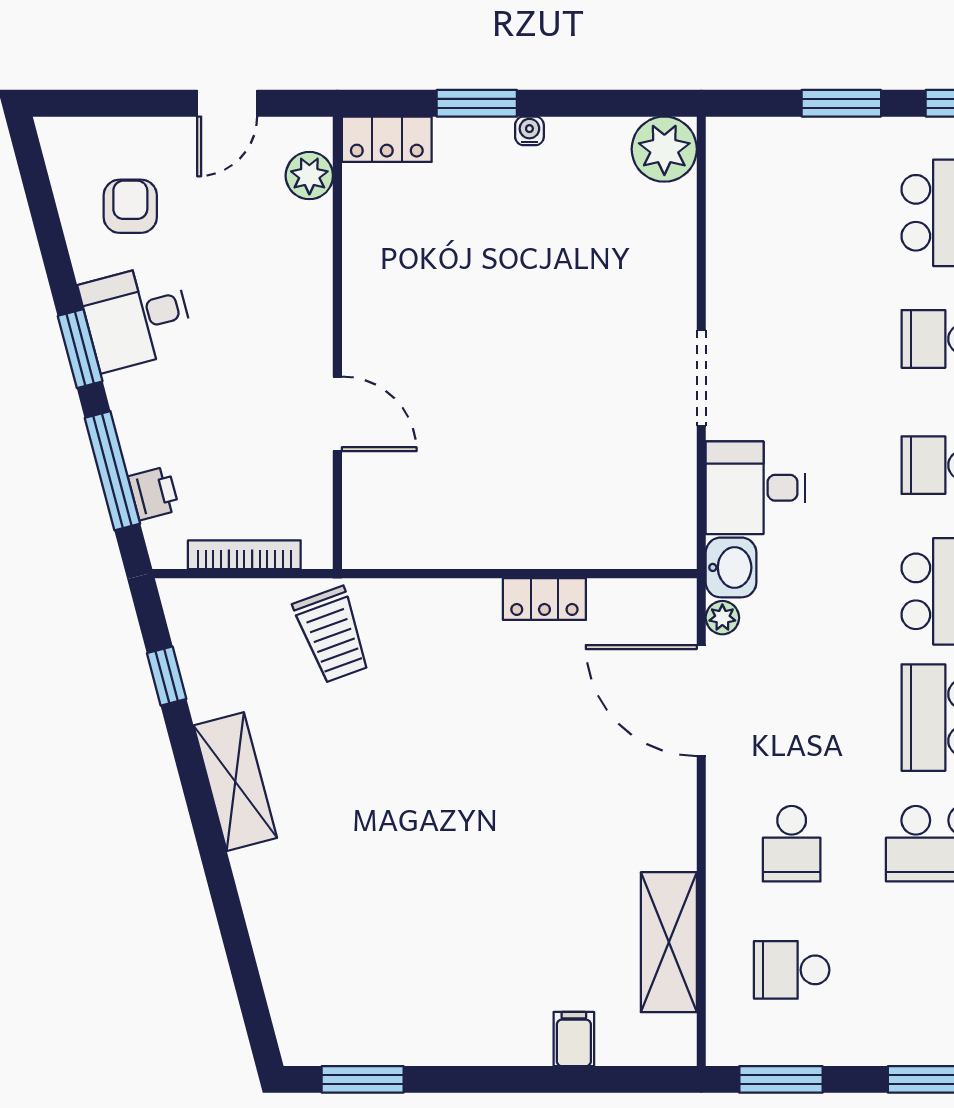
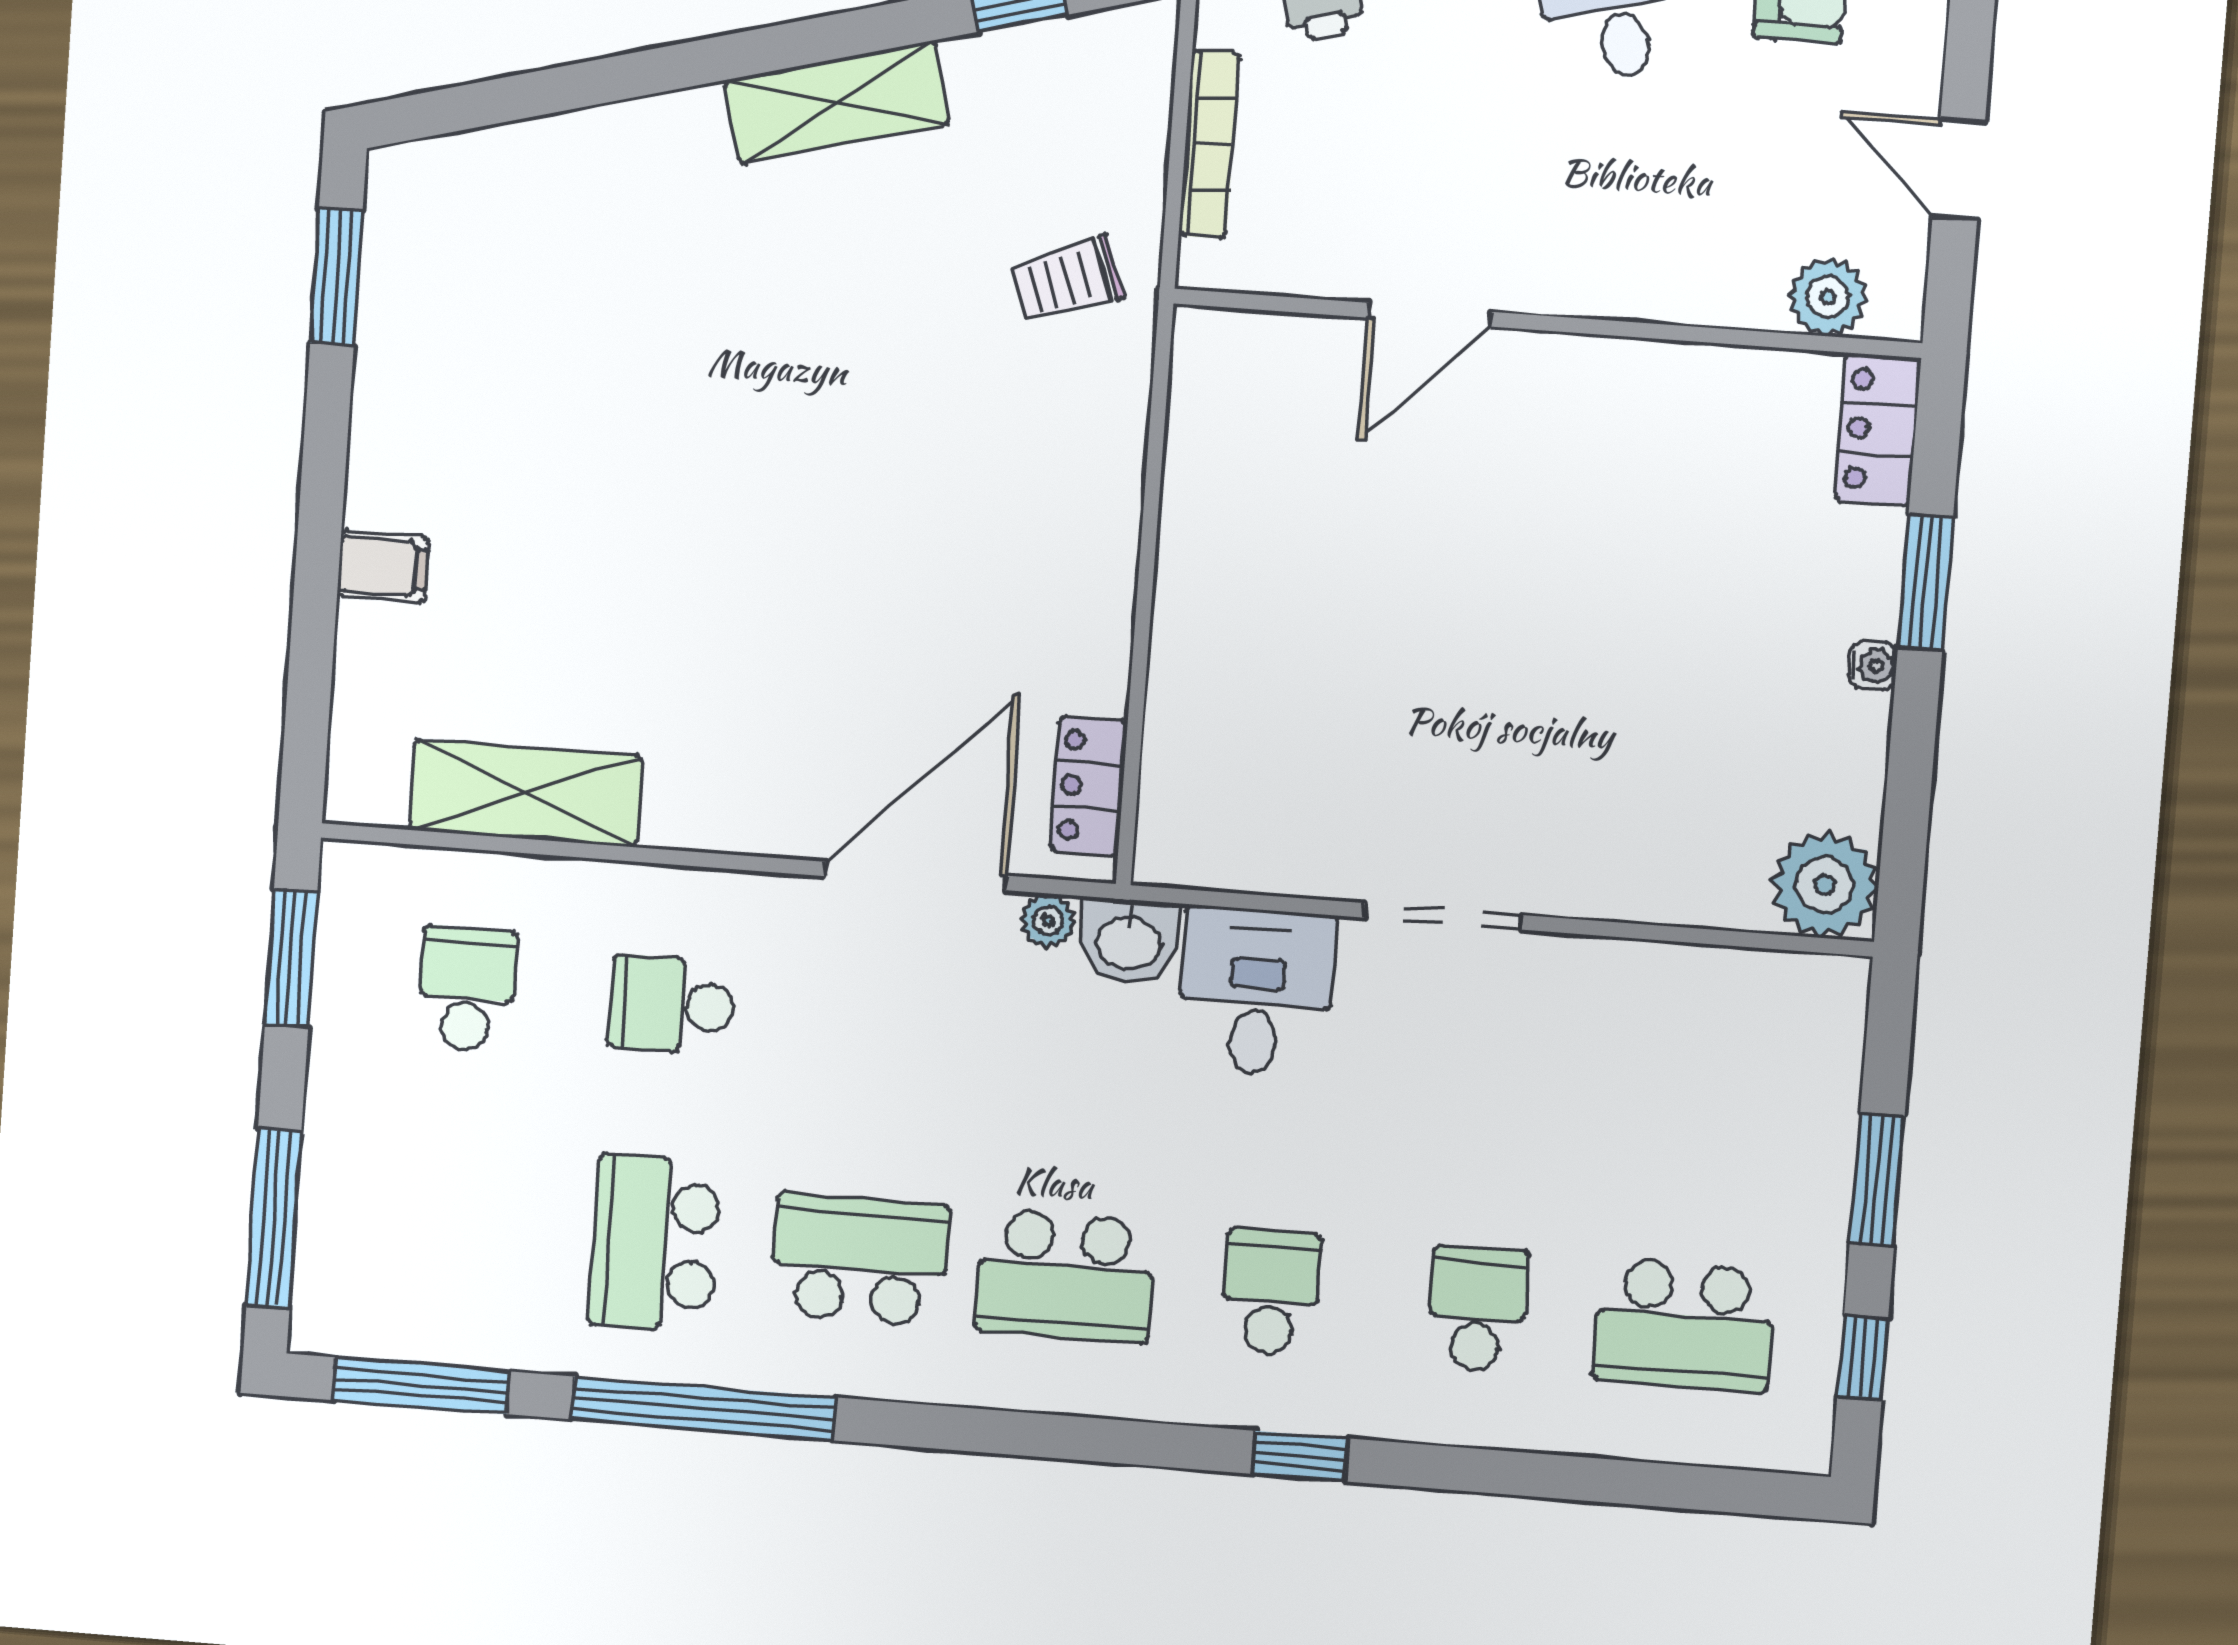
locker: (544, 599) -> (1089, 786), moved
trolley: (332, 635) -> (1067, 280), width x0.73, depth x0.72
filing cabinet: (574, 1039) -> (383, 567), moved

